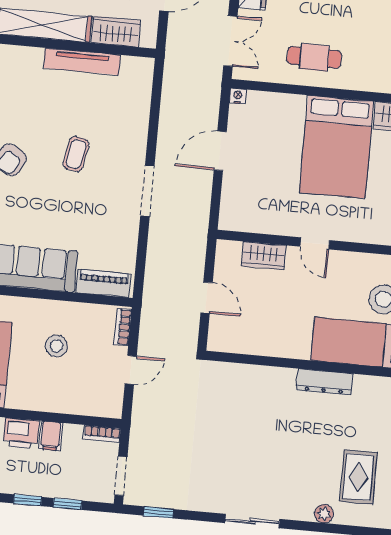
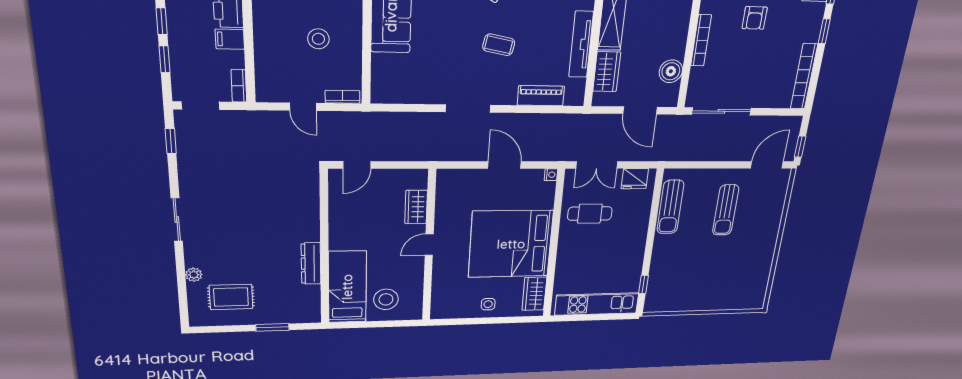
cafe table: (314, 57) -> (590, 214), moved, turned 90
bed: (337, 147) -> (511, 244), width x1.36
piano: (103, 283) -> (541, 96), moved, turned -90
door: (207, 298) -> (357, 165), moved

